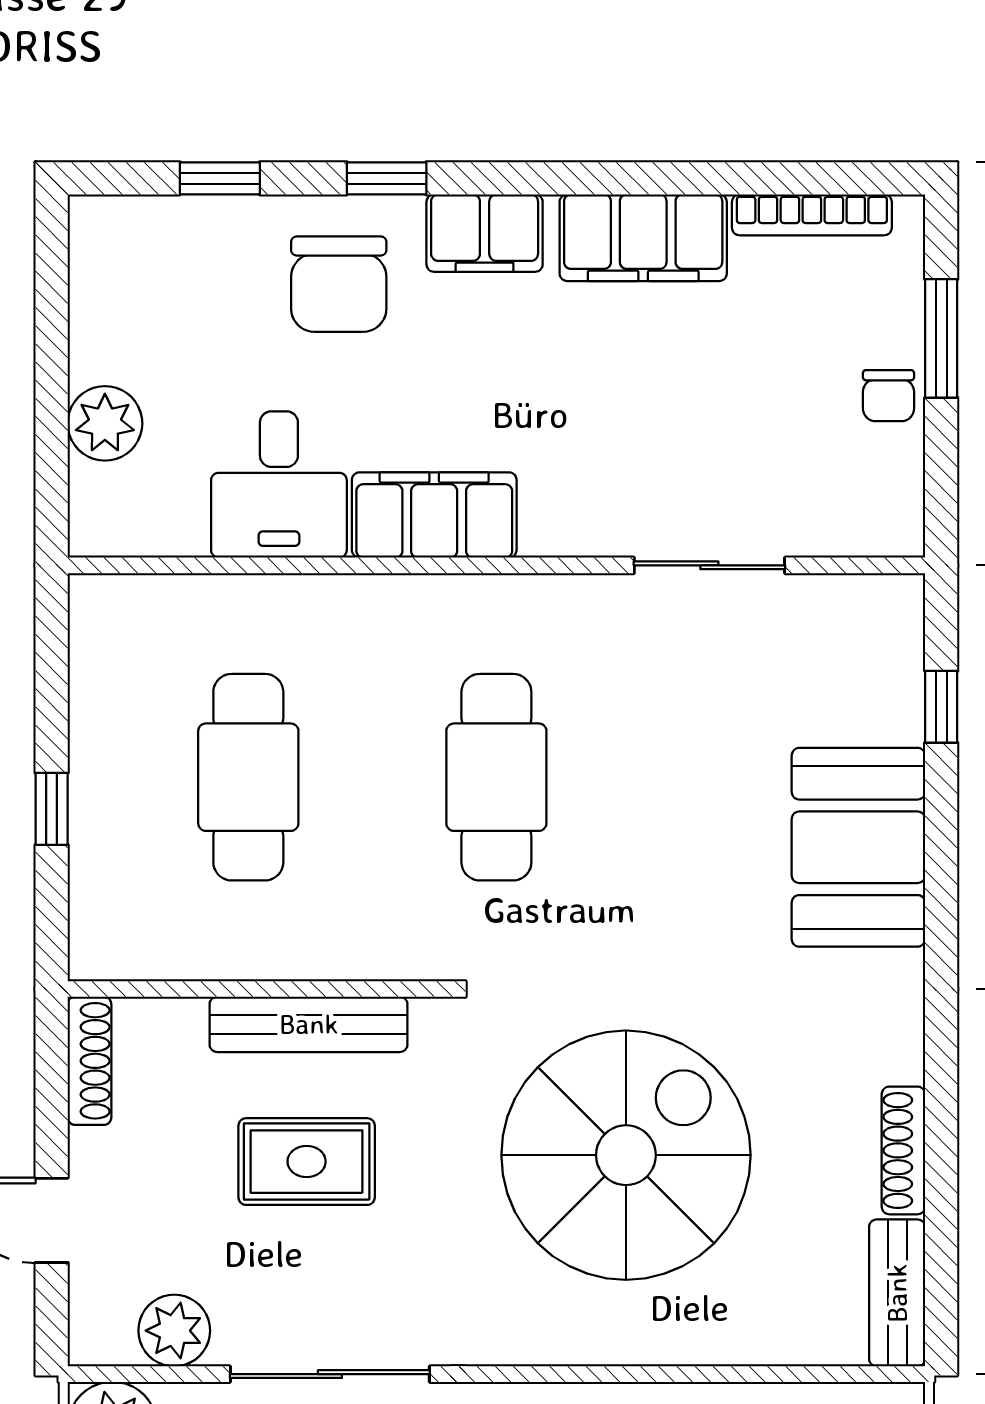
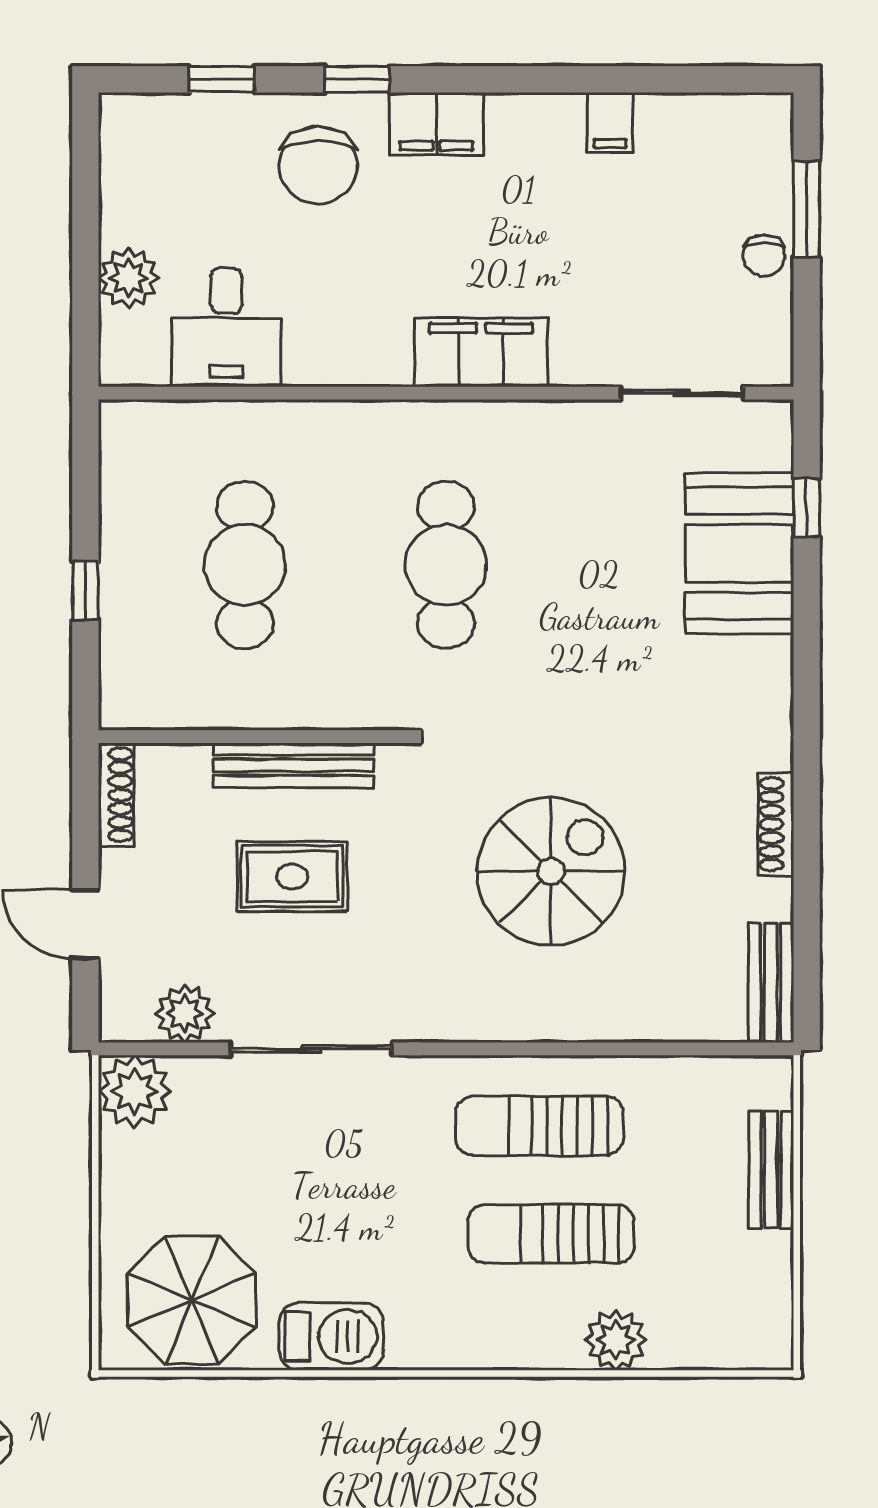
bookcase: (812, 215) -> (702, 109), removed
filing cabinet: (643, 238) -> (610, 122), width x0.33, depth x0.86
desk: (279, 484) -> (226, 328), moved
filing cabinet: (434, 515) -> (481, 352), moved
sliding door: (709, 565) -> (682, 393), moved
booth: (858, 847) -> (740, 553), moved
shoe rack: (903, 1150) -> (776, 824), moved
spiral stairs: (626, 1155) -> (551, 871), width x0.73, depth x0.73

